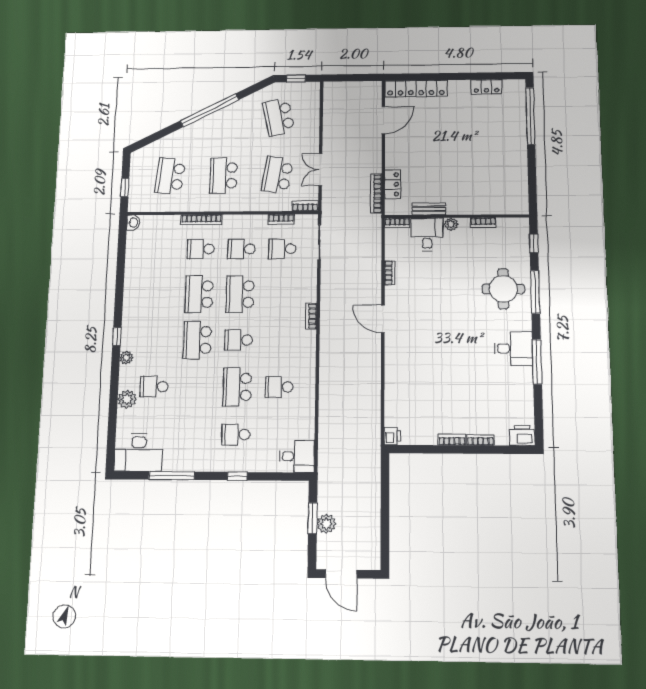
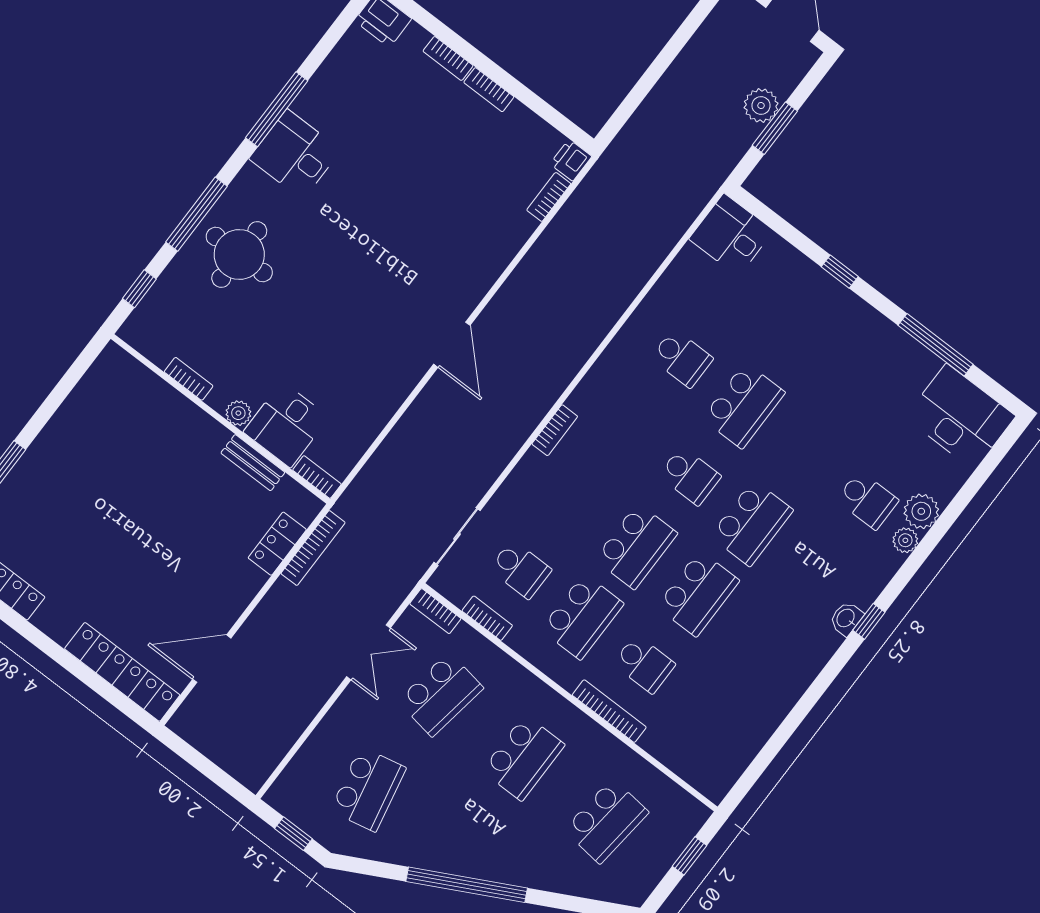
washbasin: (133, 223) -> (846, 618), moved
school desk: (241, 249) -> (582, 617), width x1.85
bookcase: (390, 273) -> (549, 197), moved
plant: (126, 358) -> (905, 540), moved
school desk: (236, 434) -> (797, 335), removed

